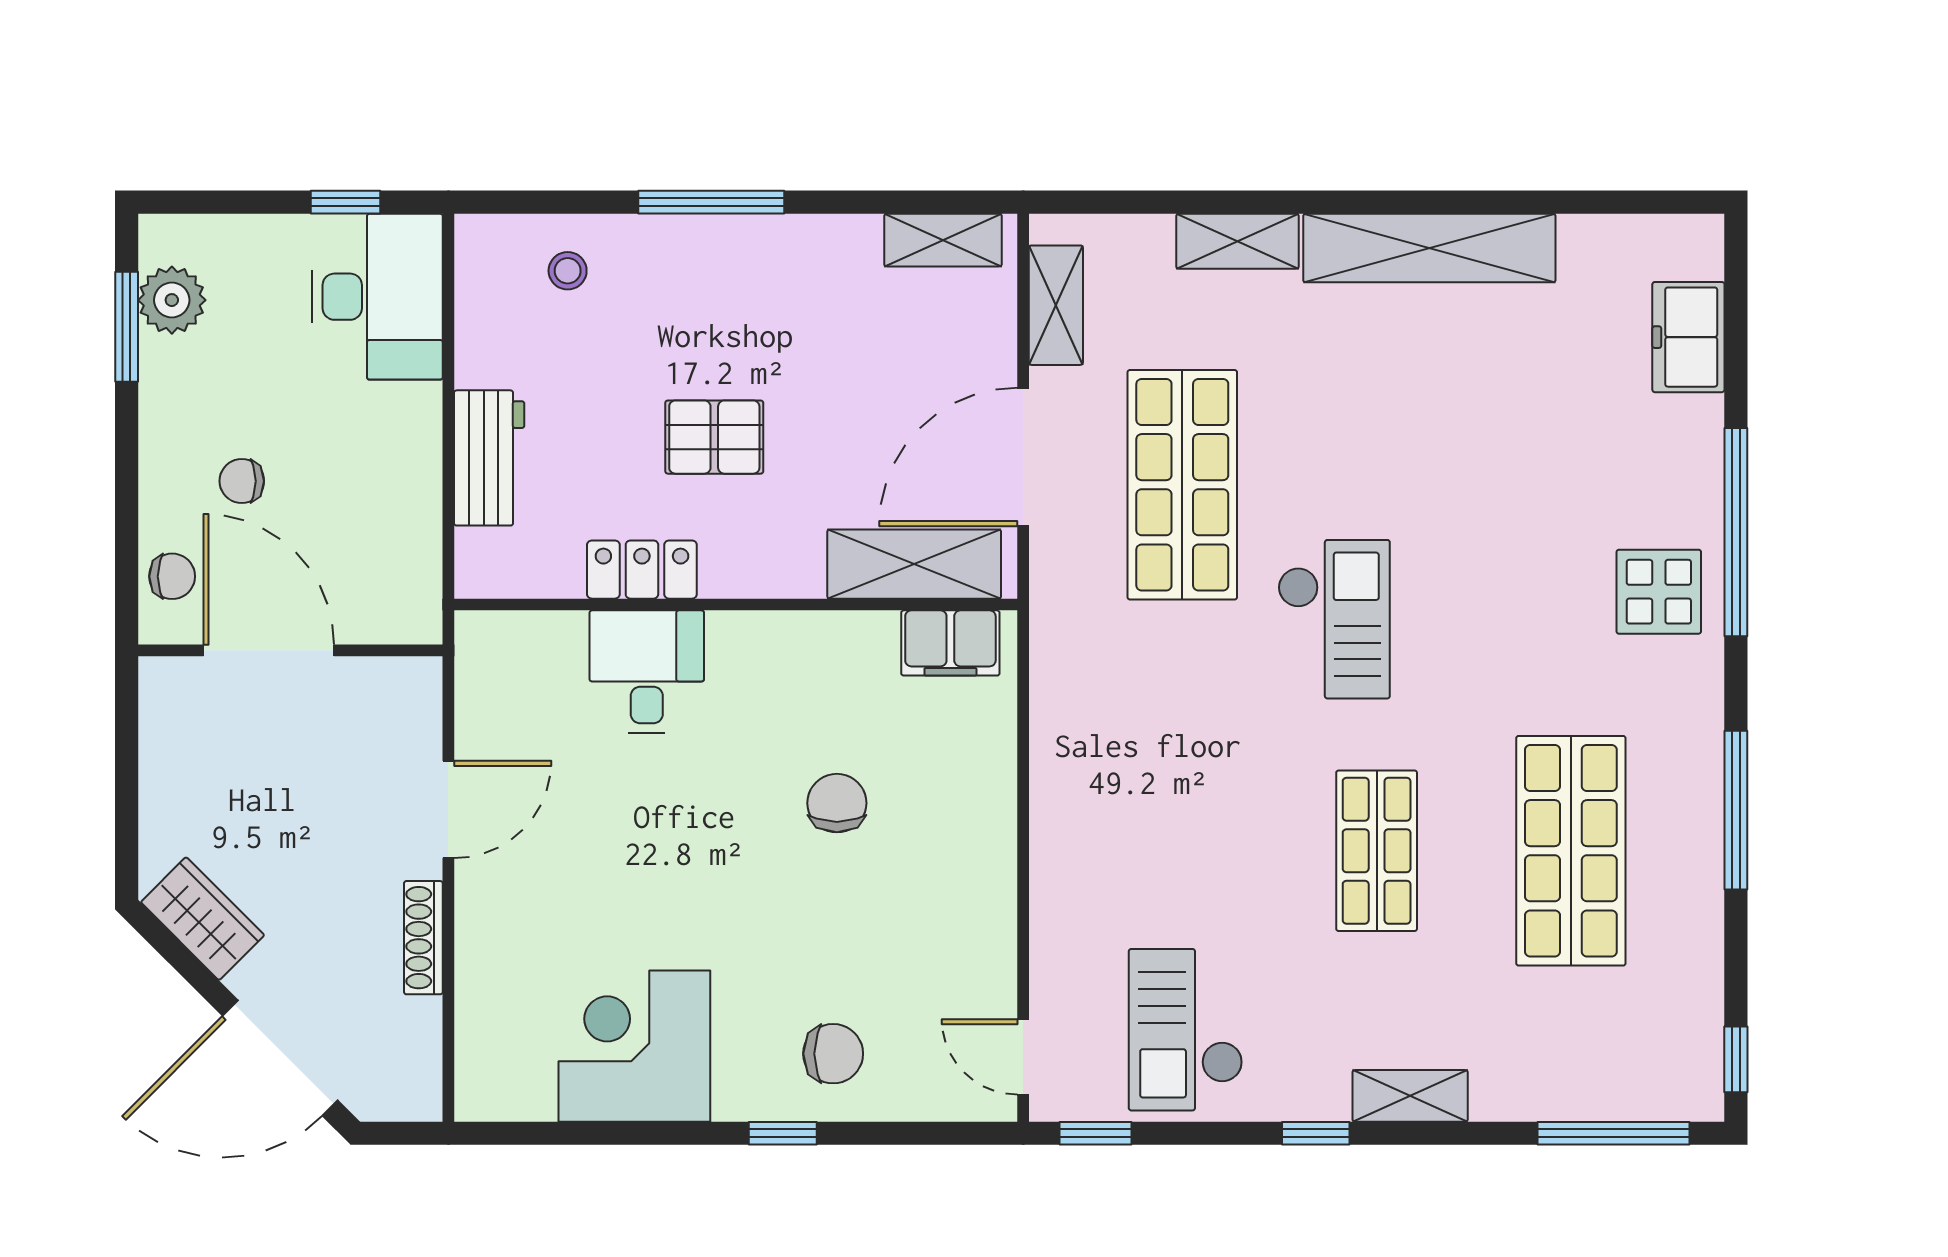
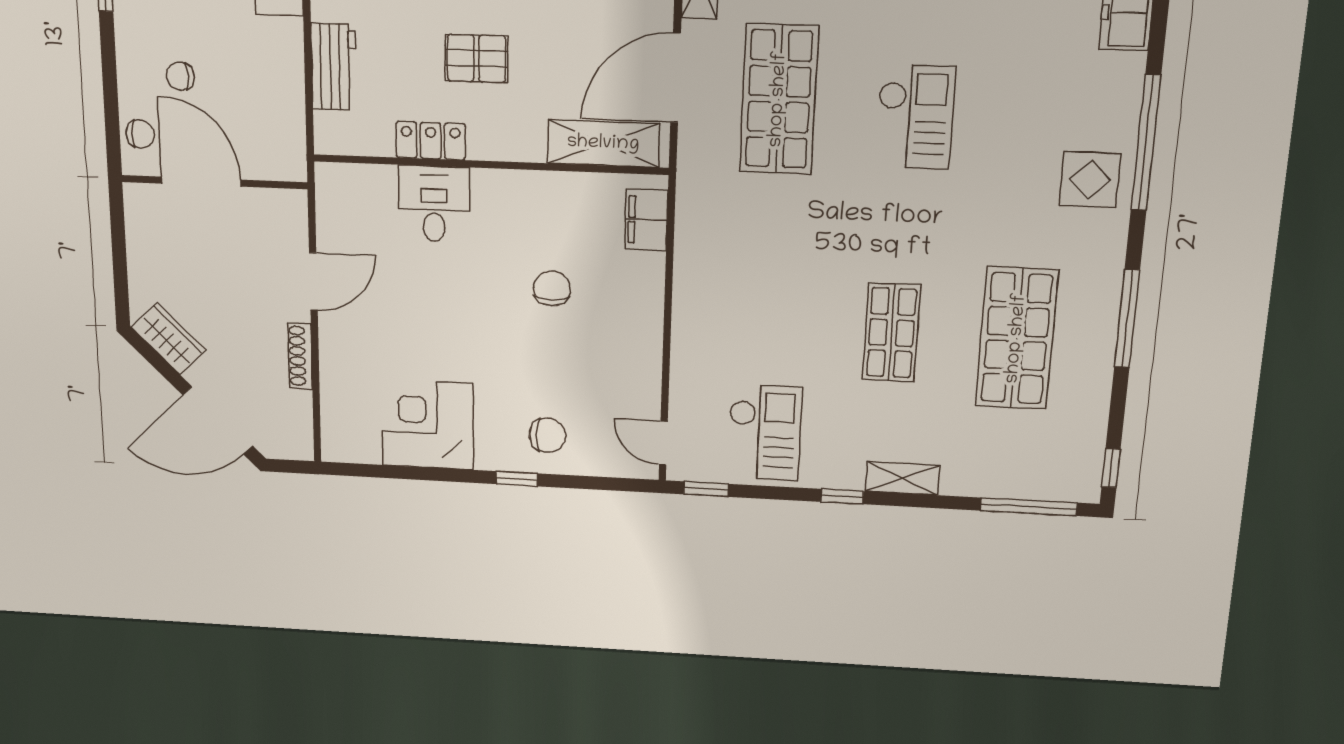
checkout: (1334, 619) -> (915, 117), moved
filing cabinet: (950, 643) -> (646, 220), moved, turned 90
checkout: (1186, 1030) -> (765, 433), turned 180

